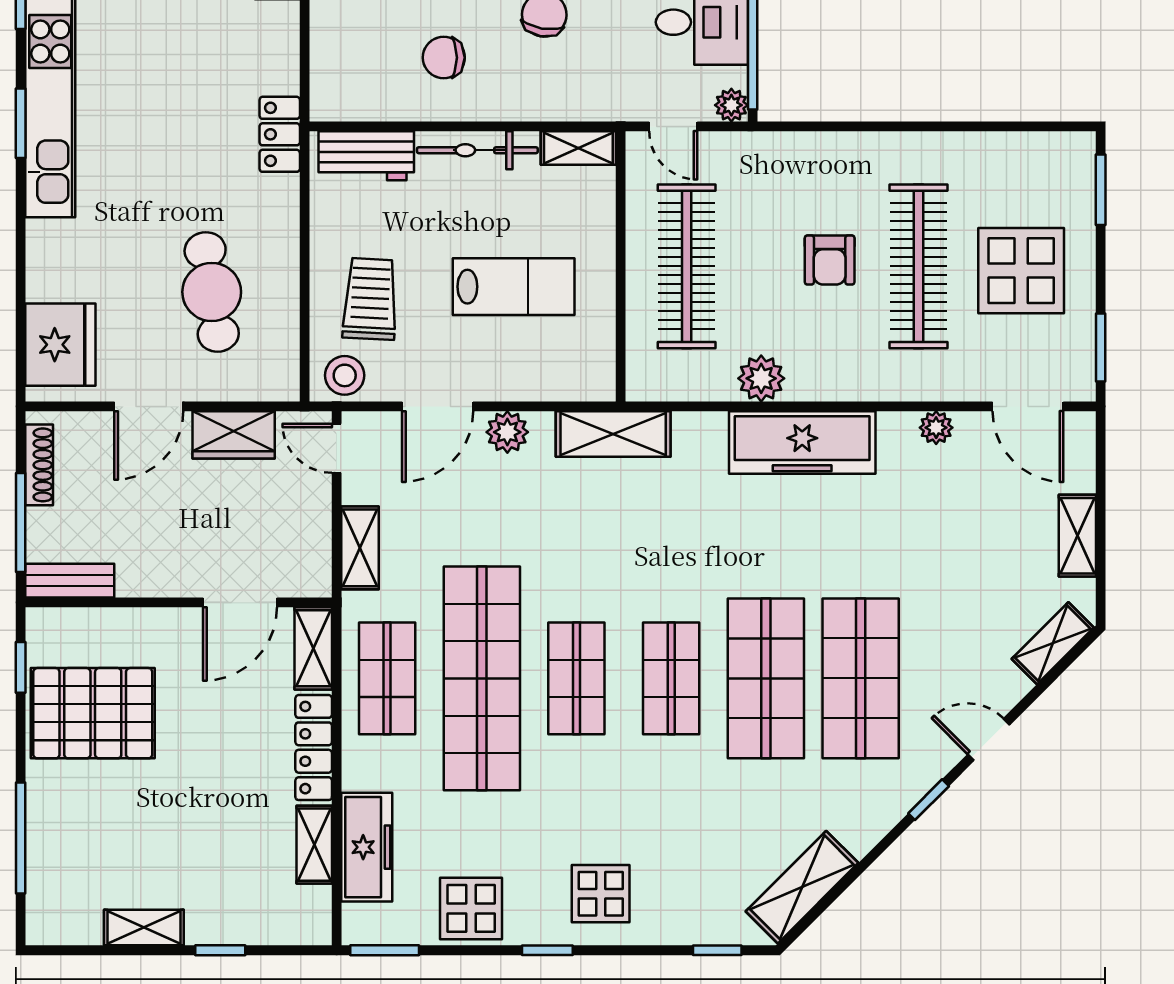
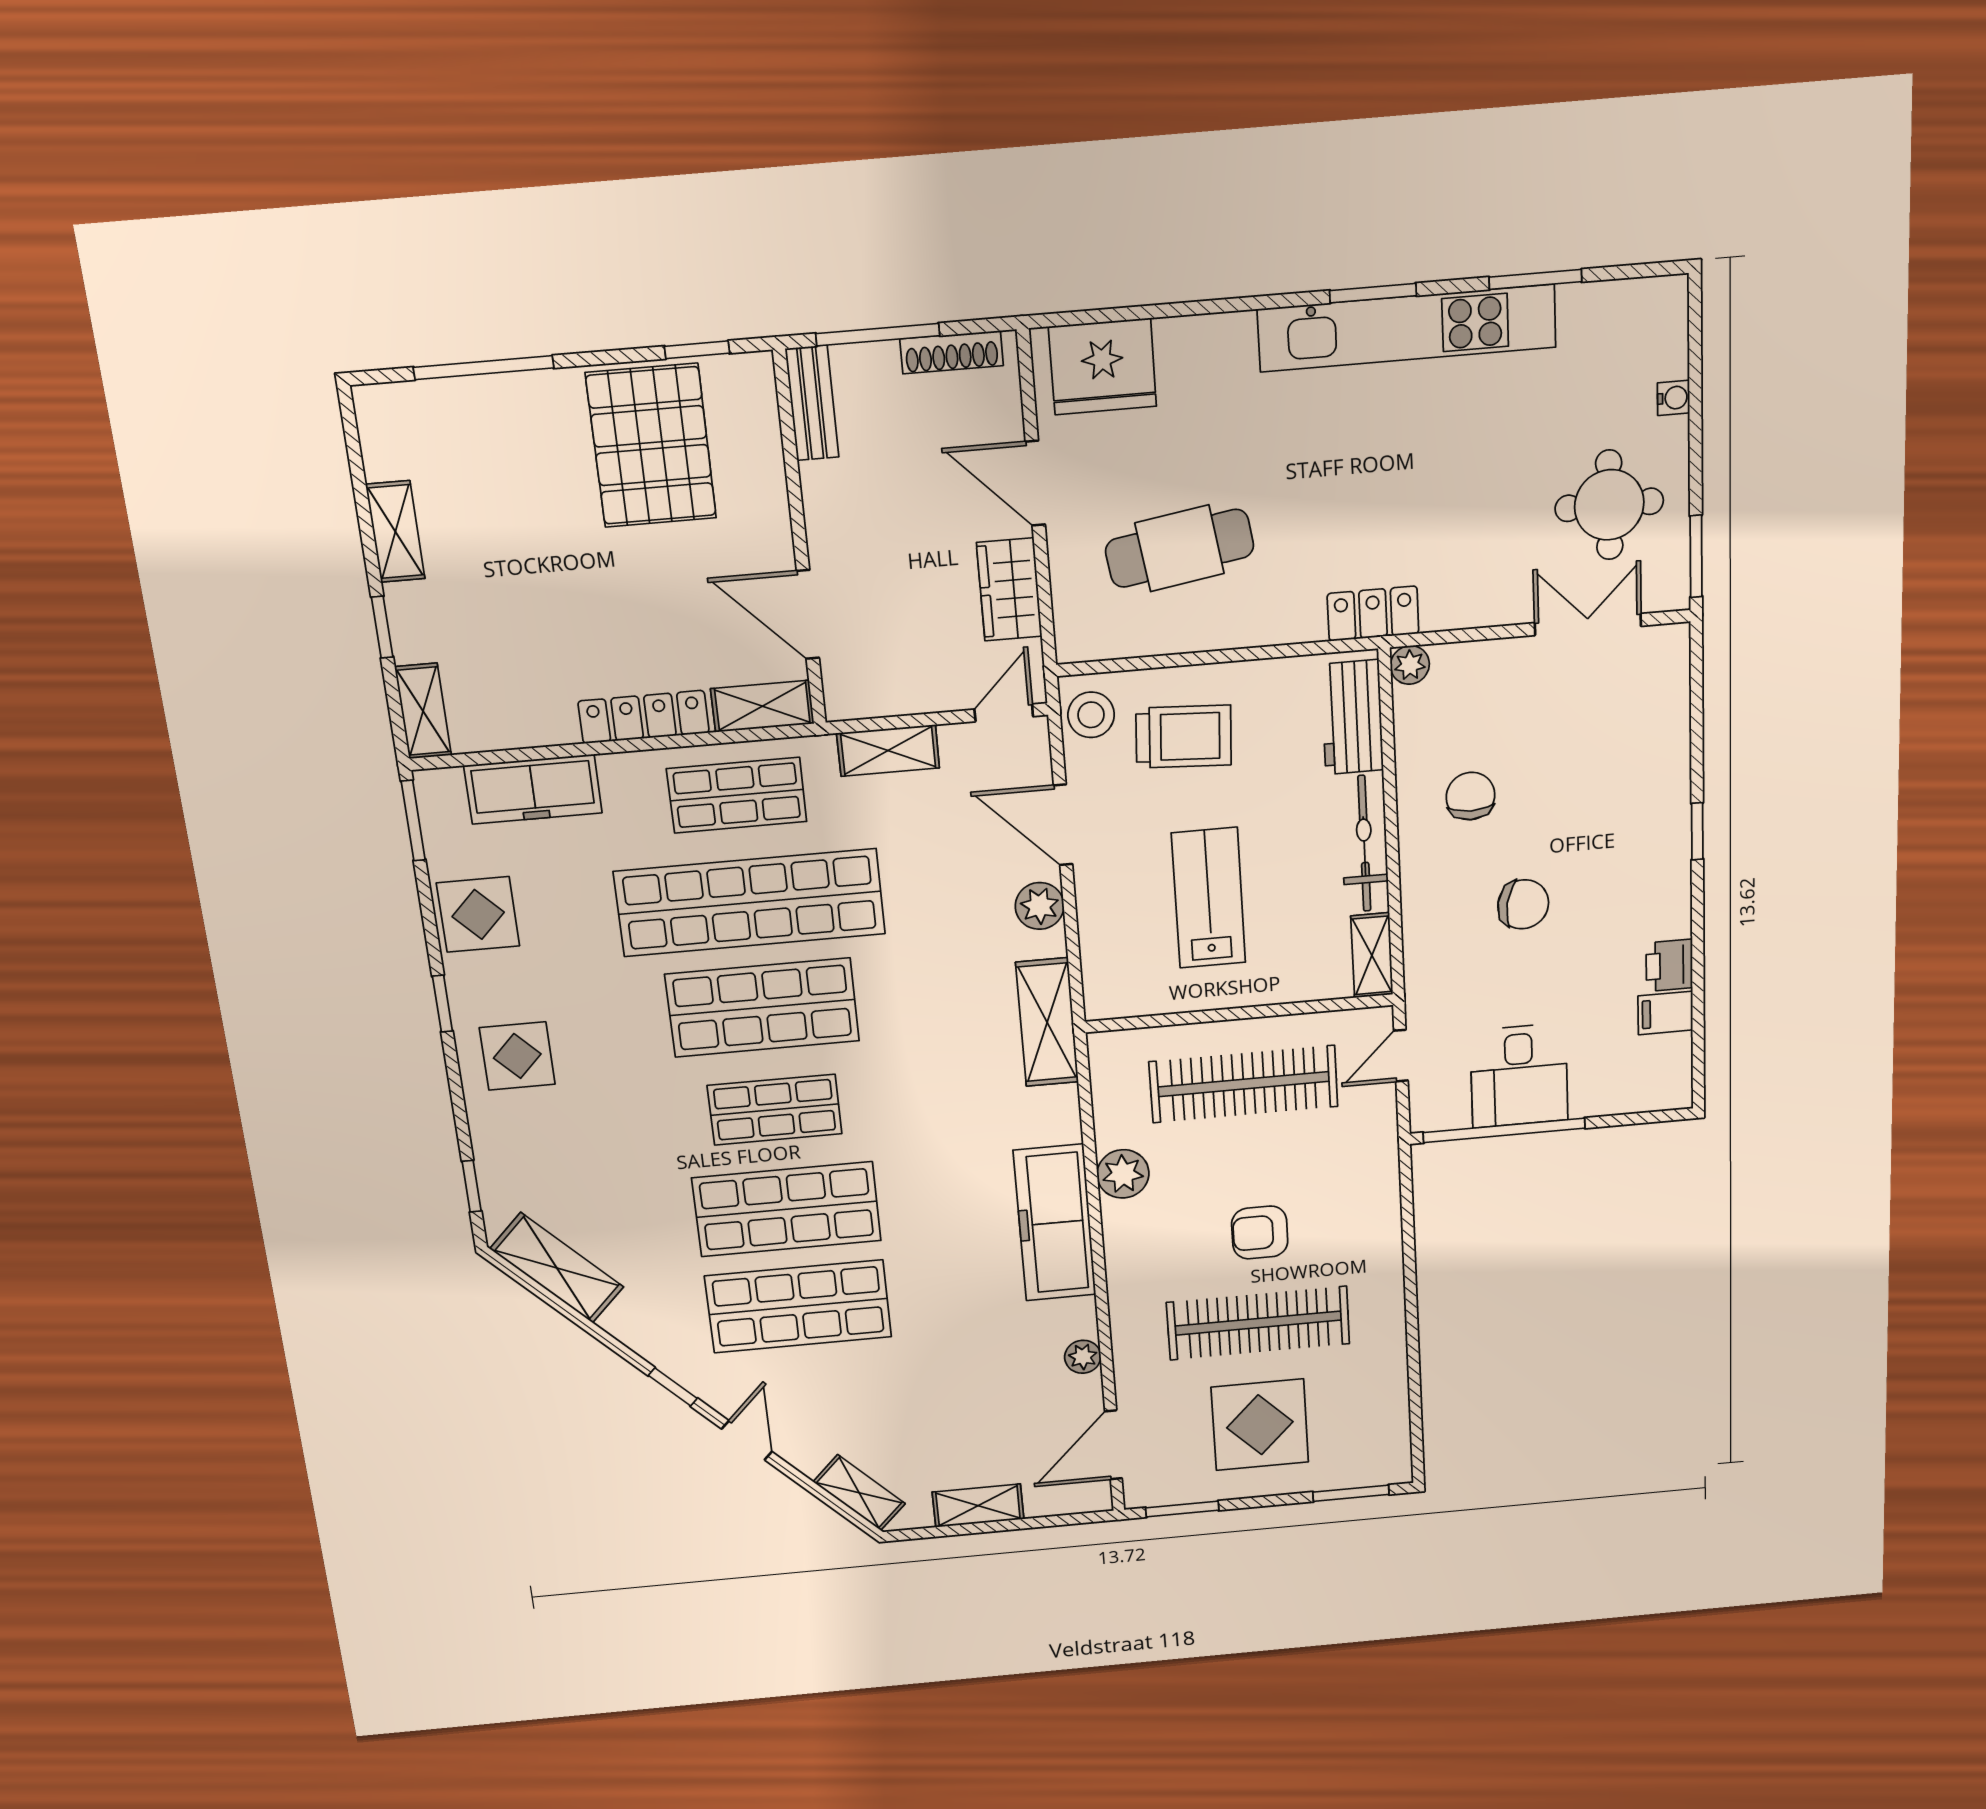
plant: (731, 105) -> (1410, 665), moved
lab bench: (514, 287) -> (1209, 898), turned 180
shop shelf: (576, 678) -> (762, 1008), width x1.43, depth x1.36
shelving: (314, 845) -> (423, 711), moved, turned 90

